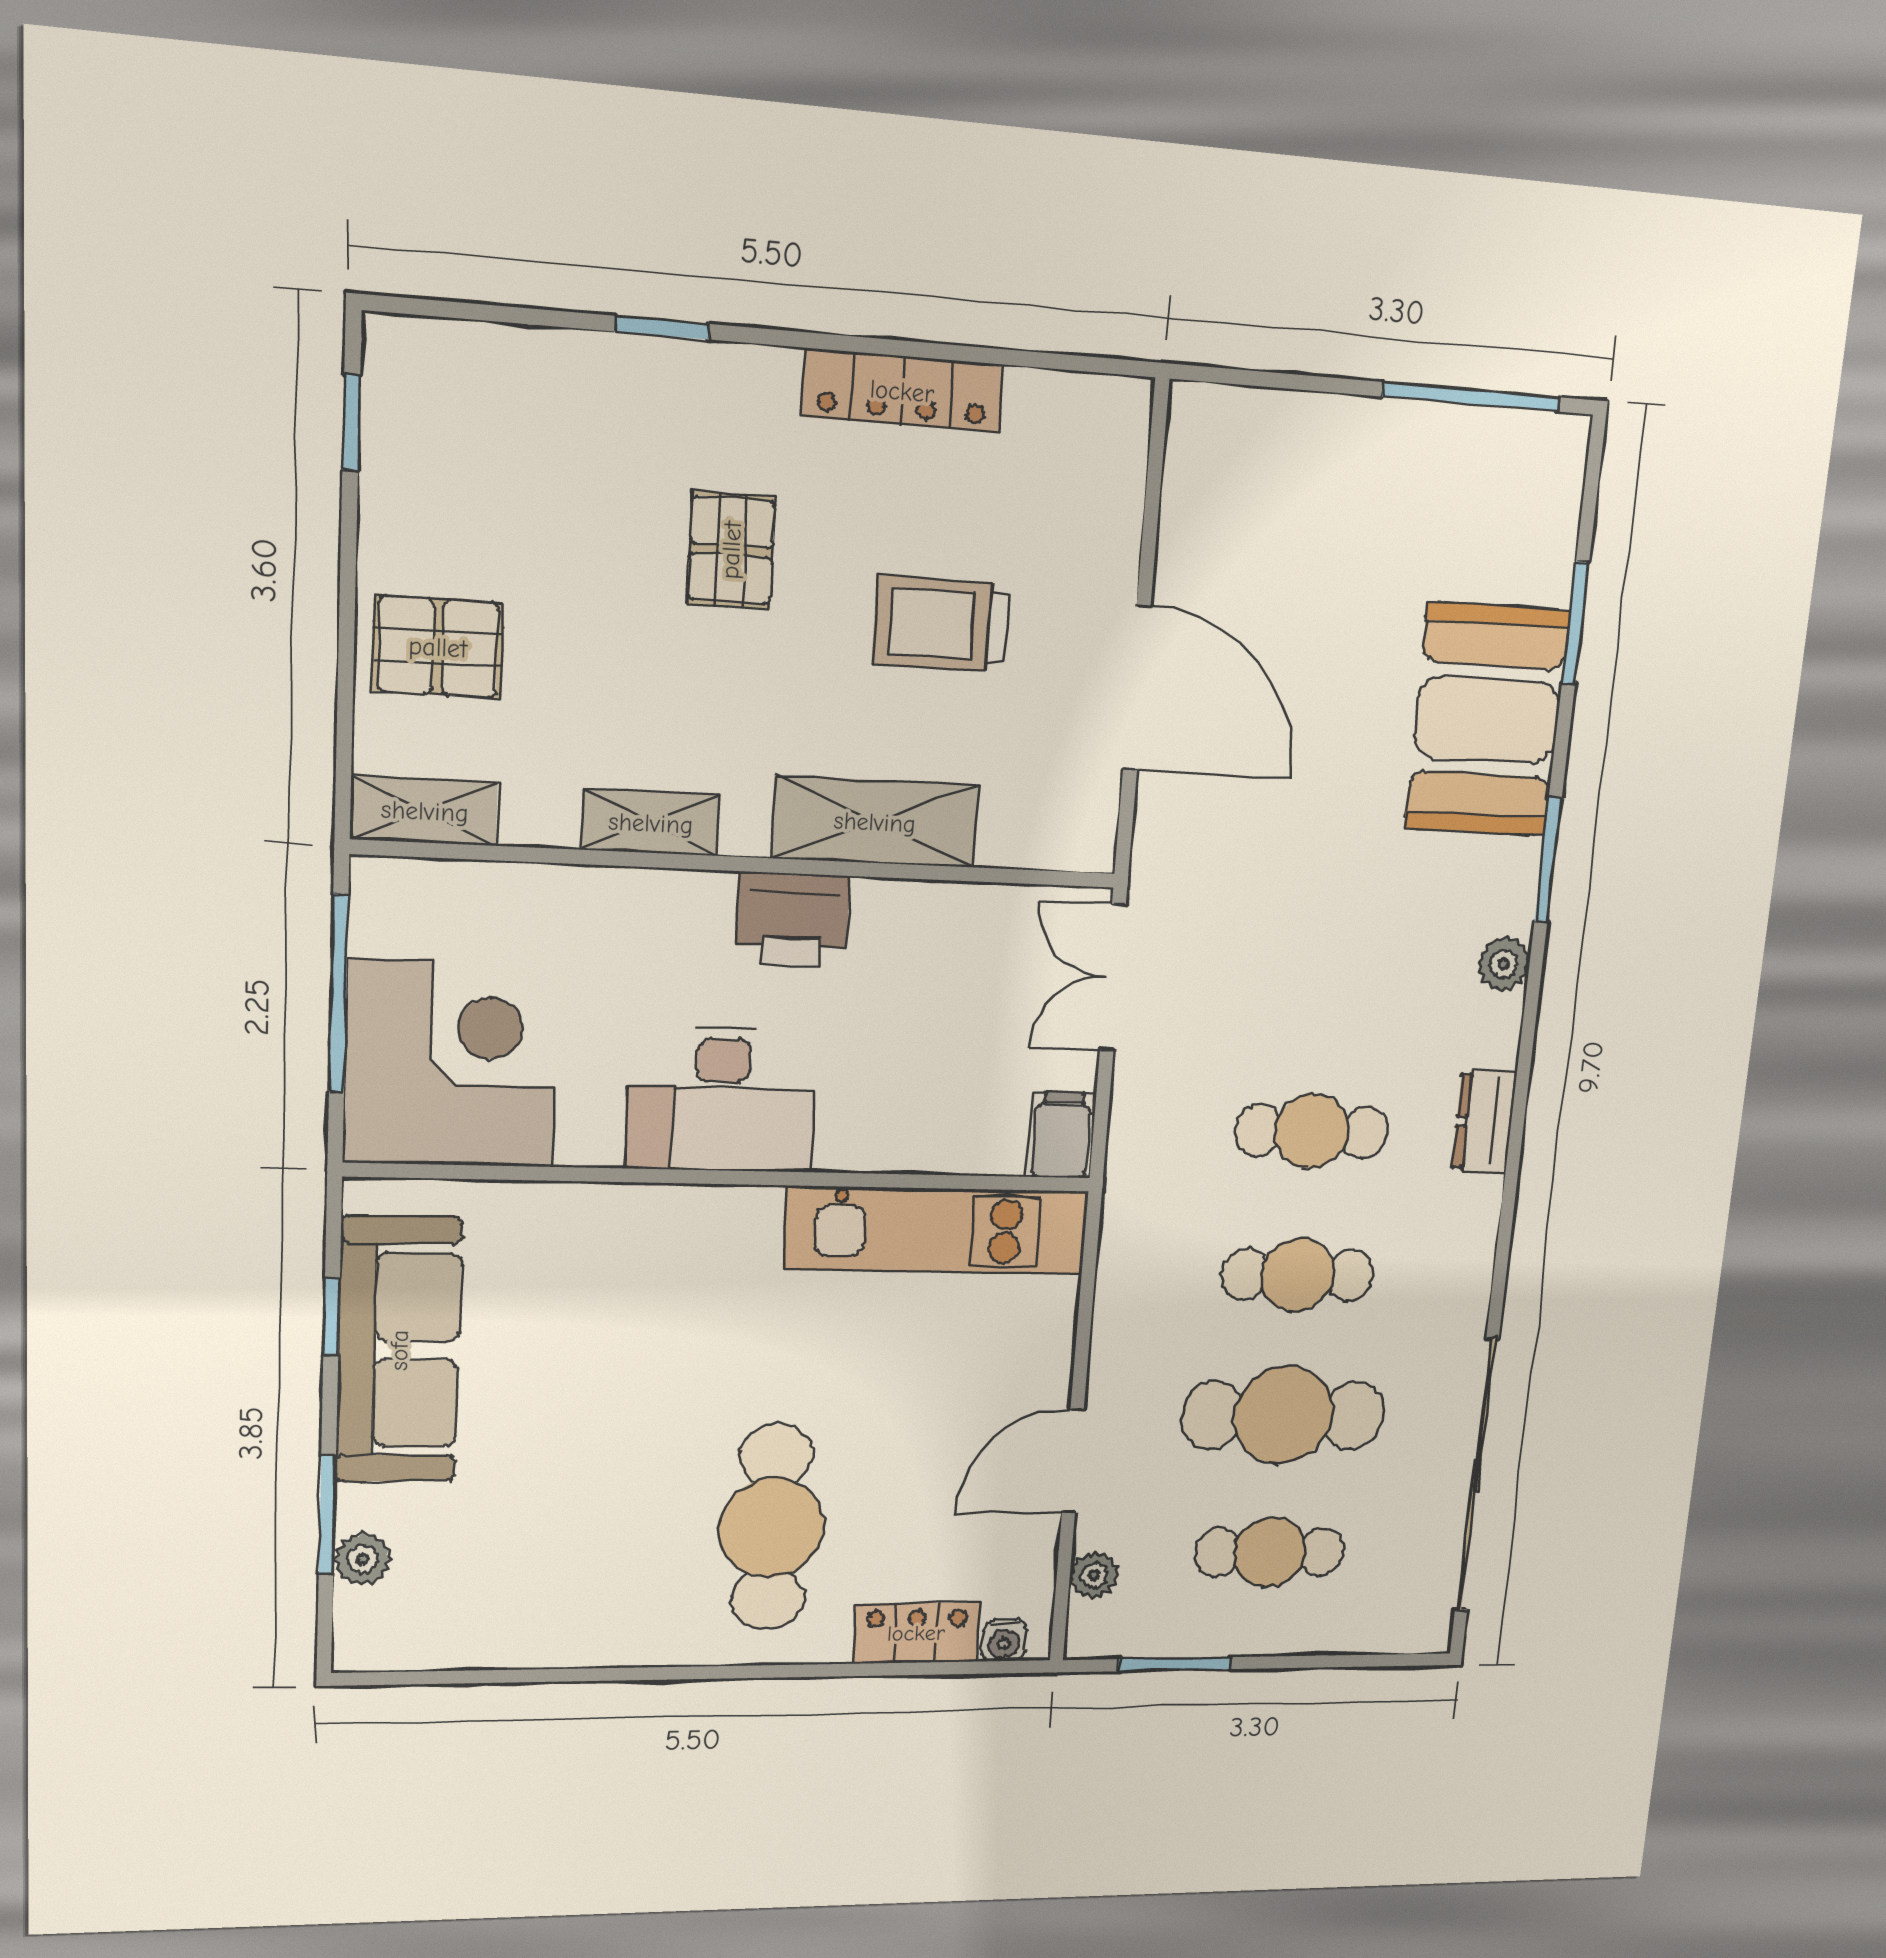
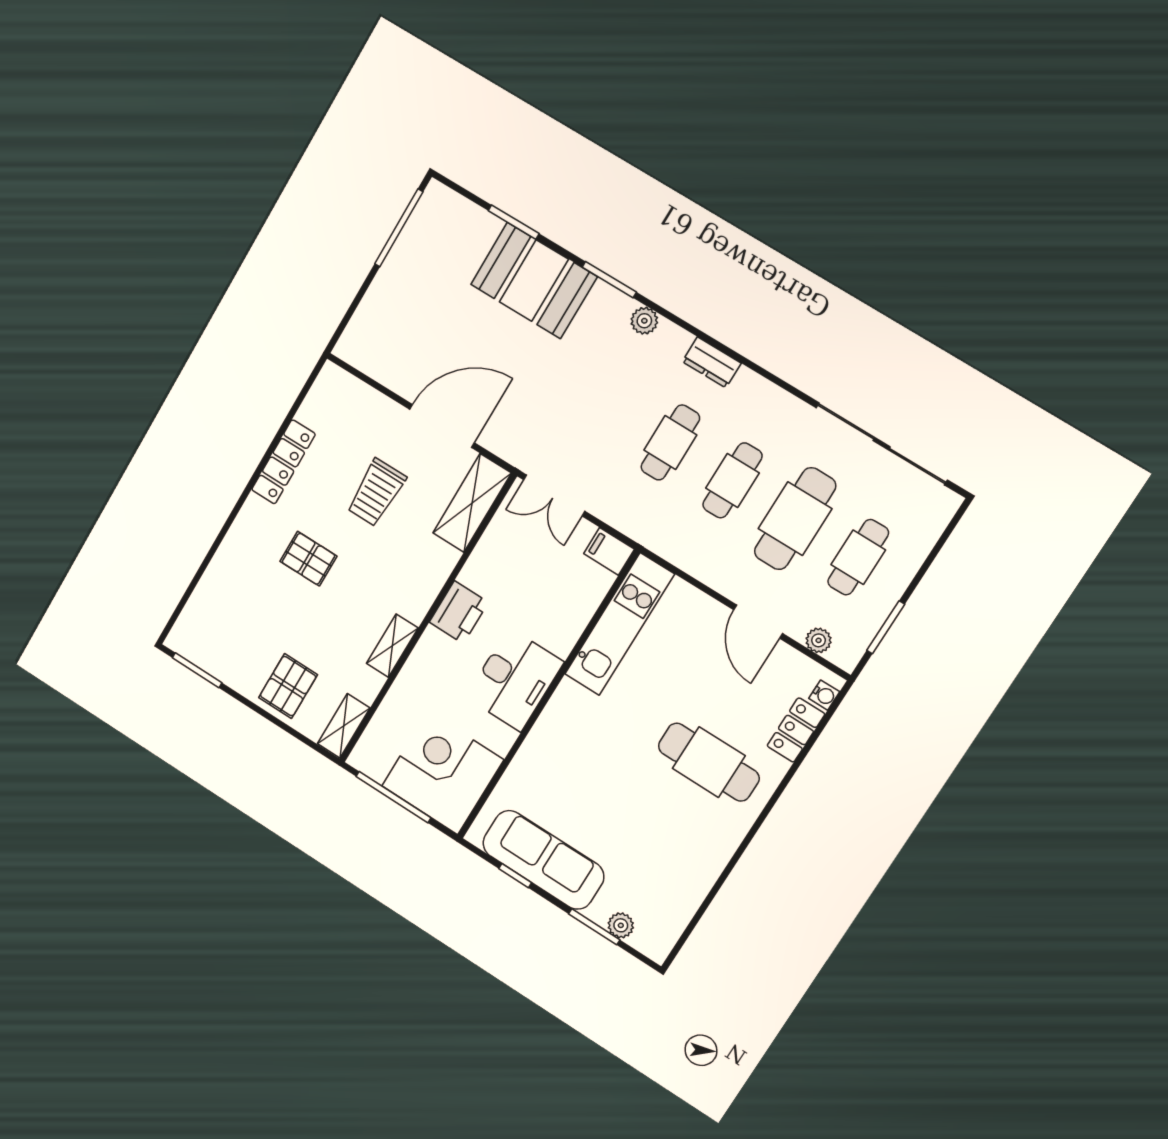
window: (662, 328) -> (218, 541), removed
window: (351, 423) -> (197, 670), width x1.50
shelving: (875, 822) -> (472, 503), moved

